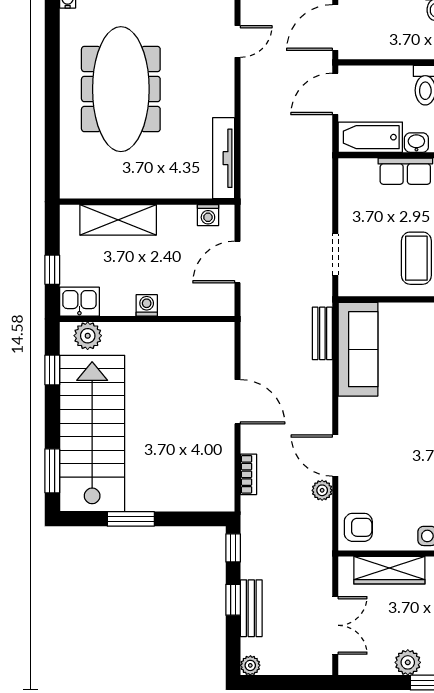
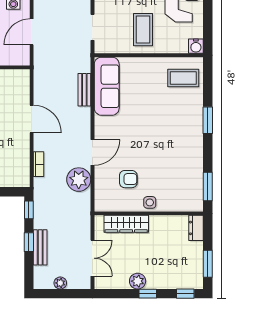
bench: (322, 333) -> (84, 90), moved
door: (335, 456) -> (92, 152), swing flipped
plant: (322, 490) -> (79, 180), width x1.88, depth x1.88
armchair: (358, 527) -> (128, 179), moved
plant: (250, 665) -> (60, 283), moved

